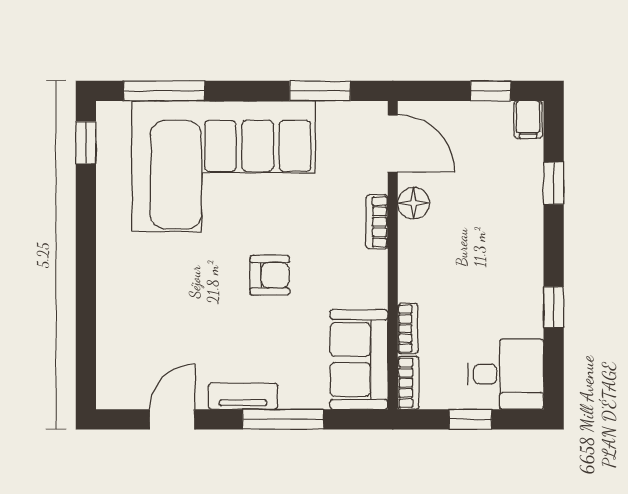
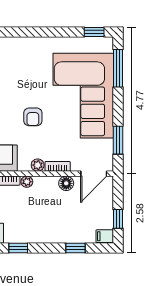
plant: (374, 265) -> (38, 165), added
plant: (410, 288) -> (27, 182), added

